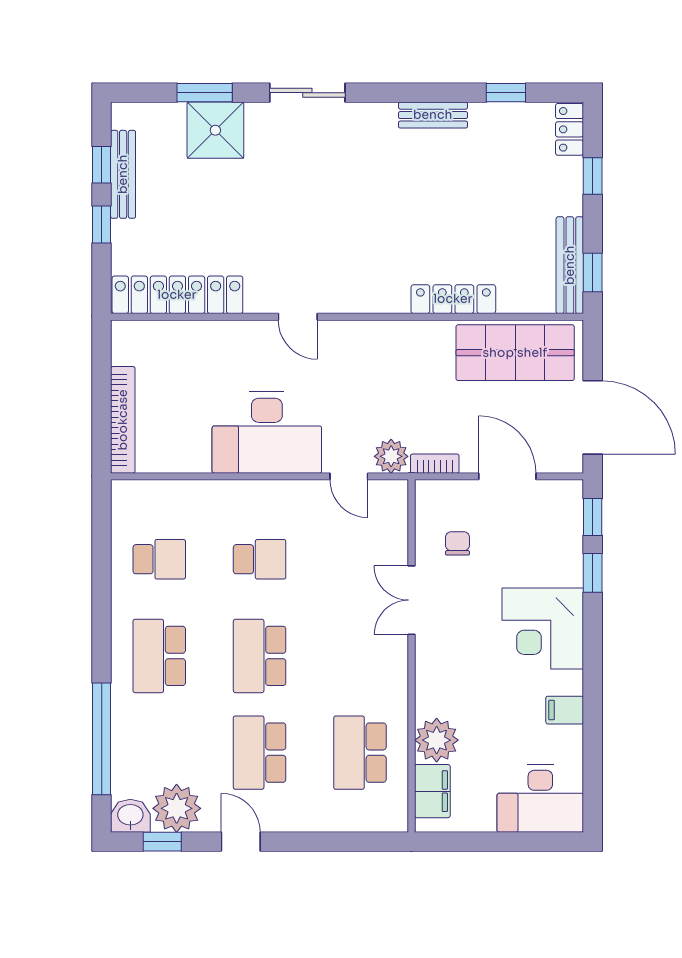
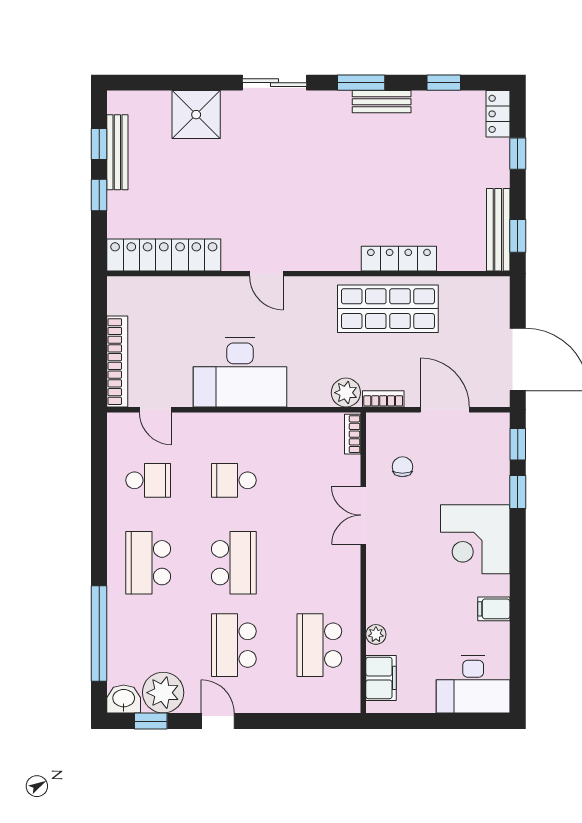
window: (205, 93) -> (361, 83), moved
shop shelf: (515, 353) -> (388, 309), moved
door: (349, 476) -> (156, 410), moved
bookcase: (399, 505) -> (353, 434), added
school desk: (260, 559) -> (234, 480), turned 180
school desk: (260, 656) -> (234, 563), turned 180
plant: (437, 740) -> (376, 634), width x0.53, depth x0.53

